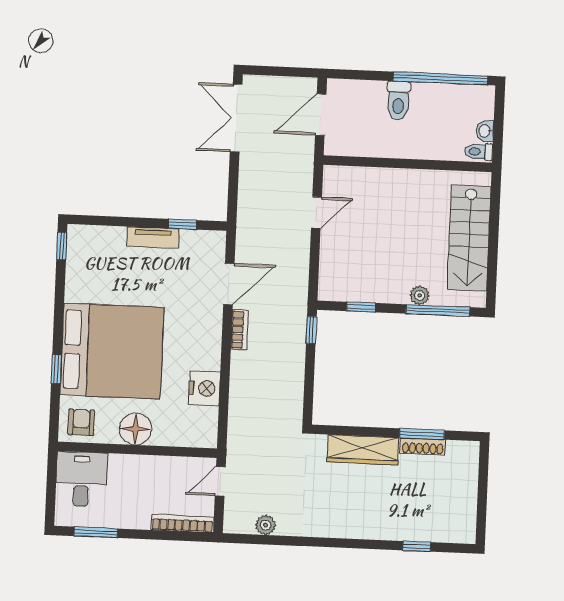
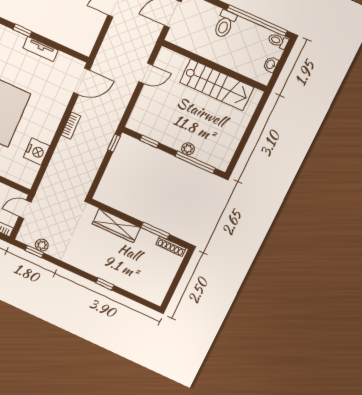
toilet: (479, 152) -> (278, 41), moved
window: (182, 224) -> (22, 30), moved
stairs: (469, 238) -> (217, 85), moved, turned -90
door: (229, 284) -> (82, 81), moved
shoe rack: (423, 446) -> (171, 246), moved
window: (258, 539) -> (34, 252), added
window: (417, 546) -> (105, 284), moved

